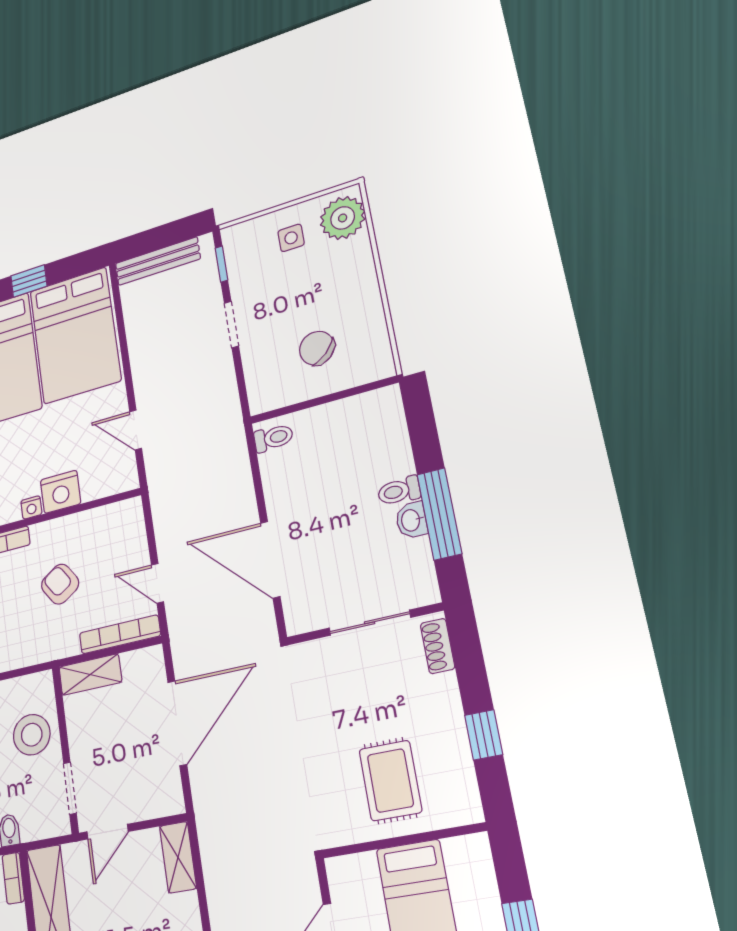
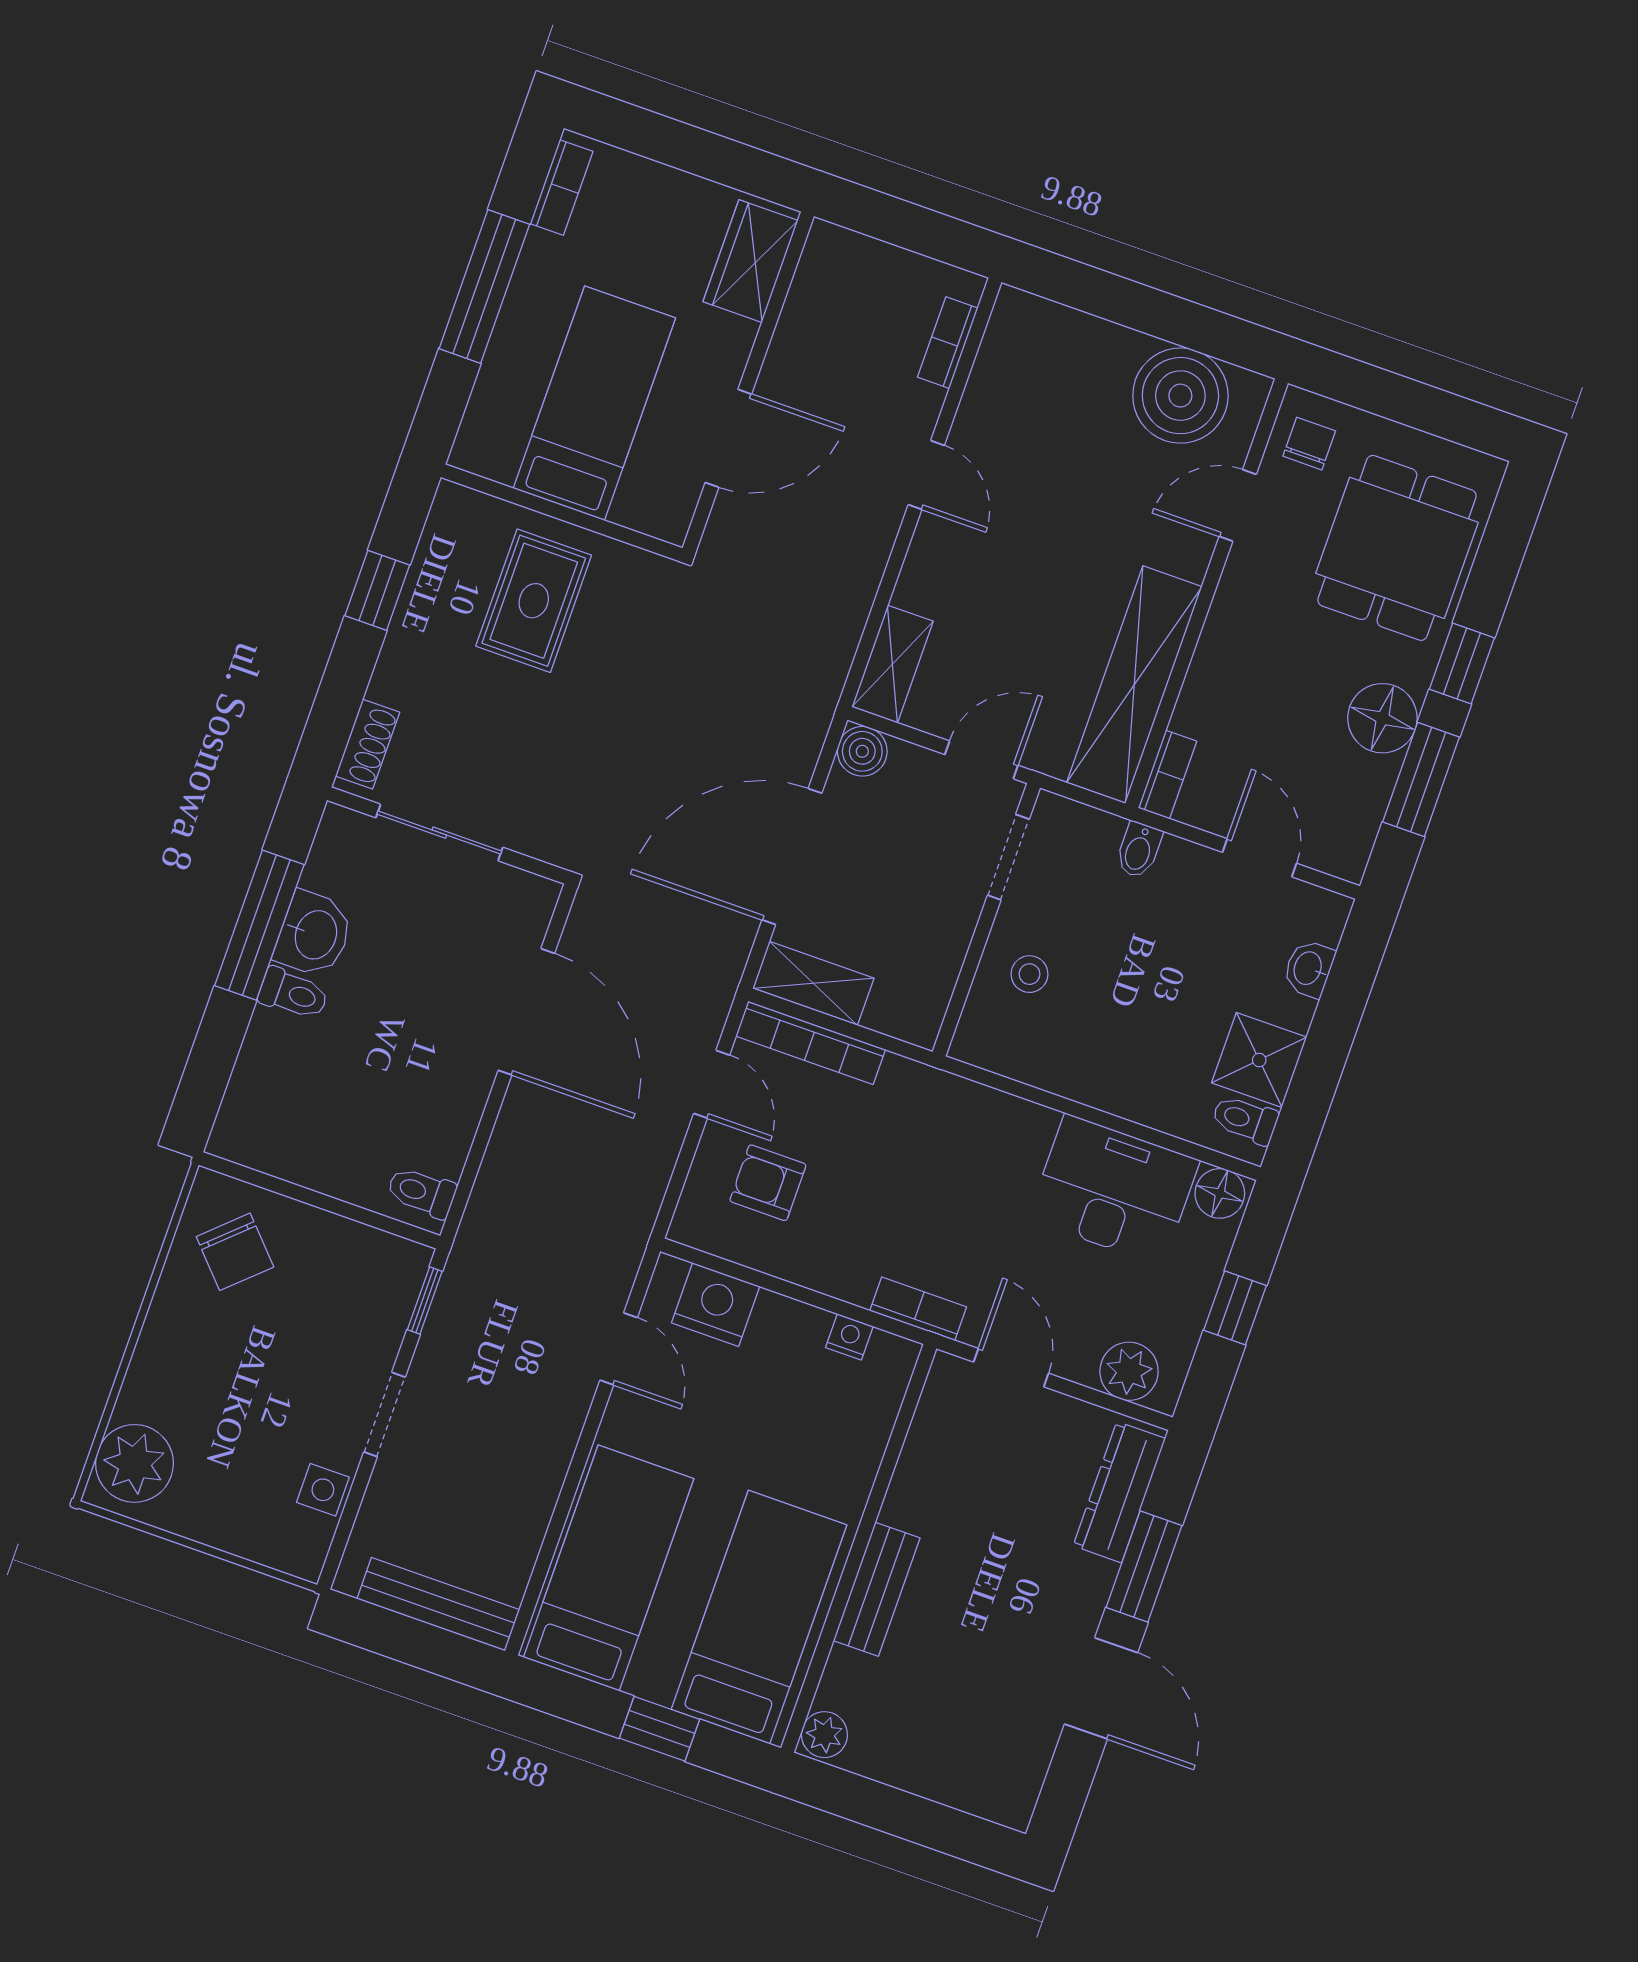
side table: (291, 238) -> (323, 1490), moved
window: (221, 264) -> (425, 1300), moved
bed: (75, 335) -> (609, 1568), width x0.67
chair: (317, 348) -> (235, 1252), moved
nightstand: (61, 492) -> (716, 1305), moved
washbasin: (411, 520) -> (314, 934), width x1.38, depth x1.45
armchair: (60, 584) -> (768, 1183), moved, turned 123
shelving: (90, 675) -> (813, 983), moved
stool: (32, 735) -> (1029, 974), width x0.53, depth x0.53
boiler: (170, 801) -> (862, 751), added

